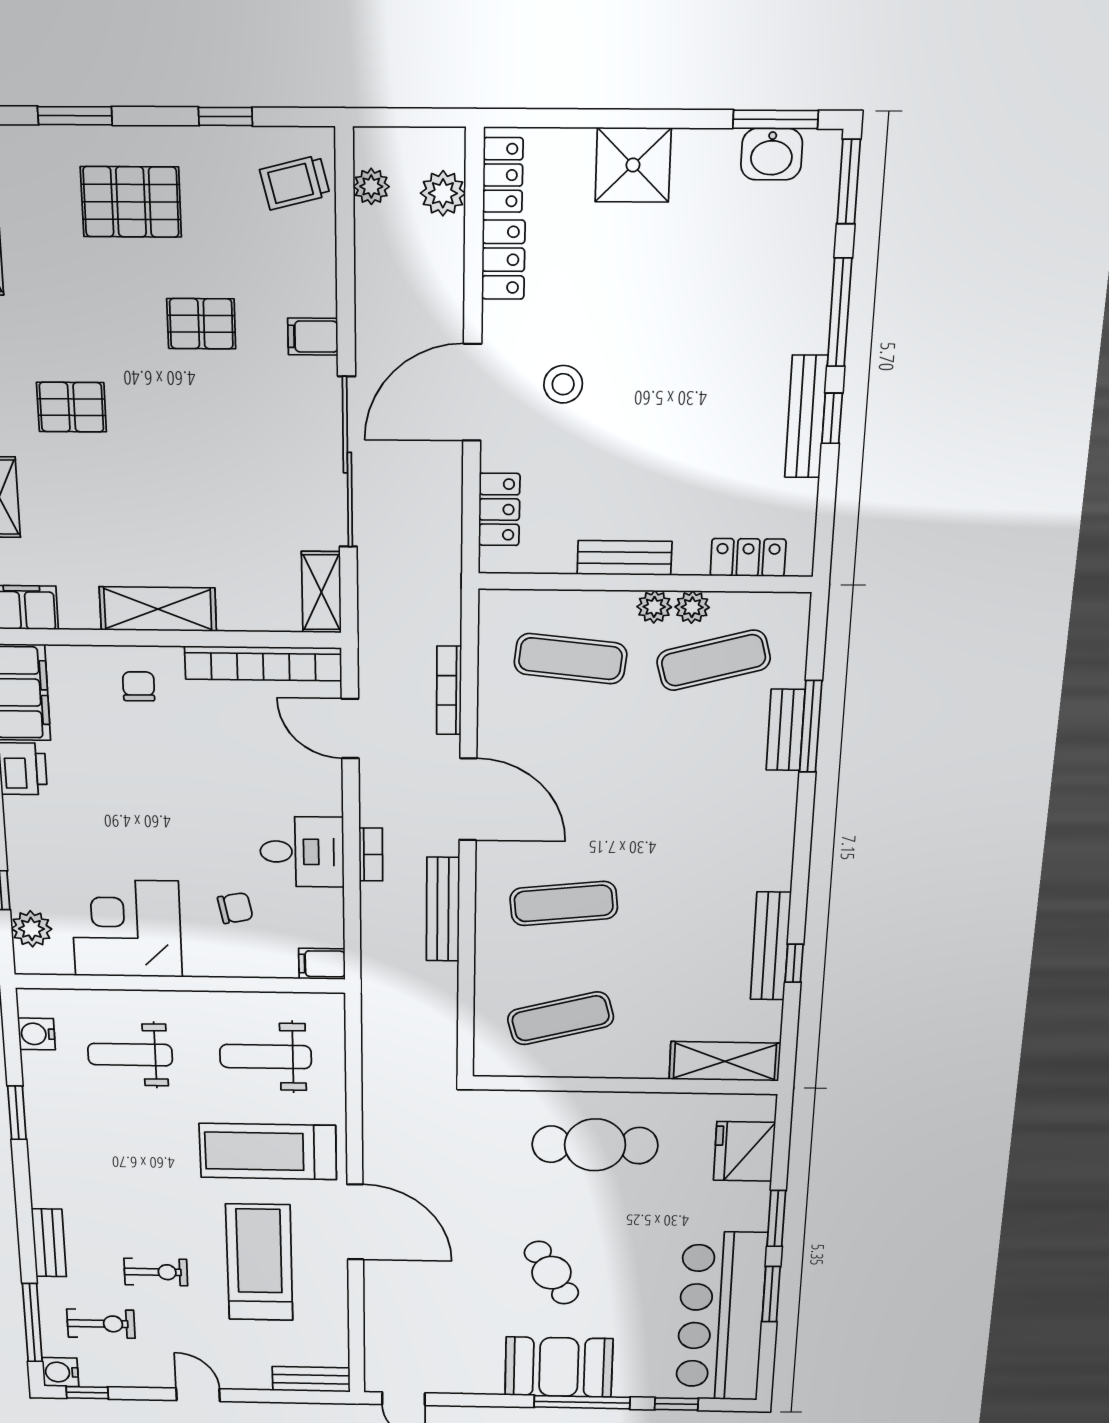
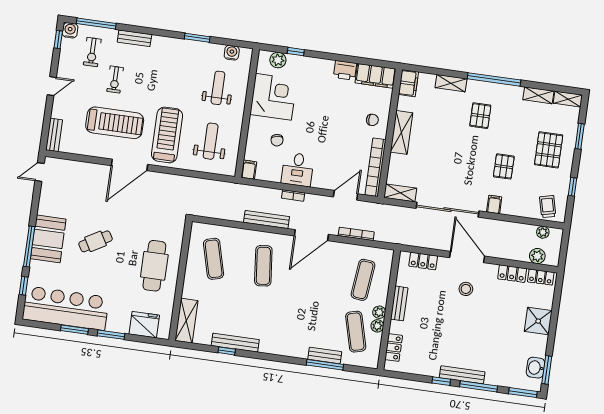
bench: (806, 417) -> (462, 375), moved

